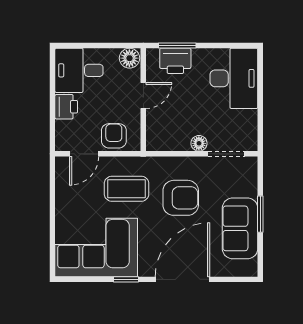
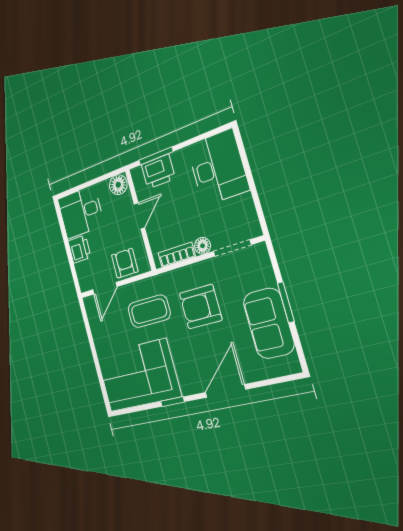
bookcase: (171, 144) -> (177, 255), added
armchair: (181, 198) -> (201, 307), turned 180
door: (182, 279) -> (225, 391), width x0.73

